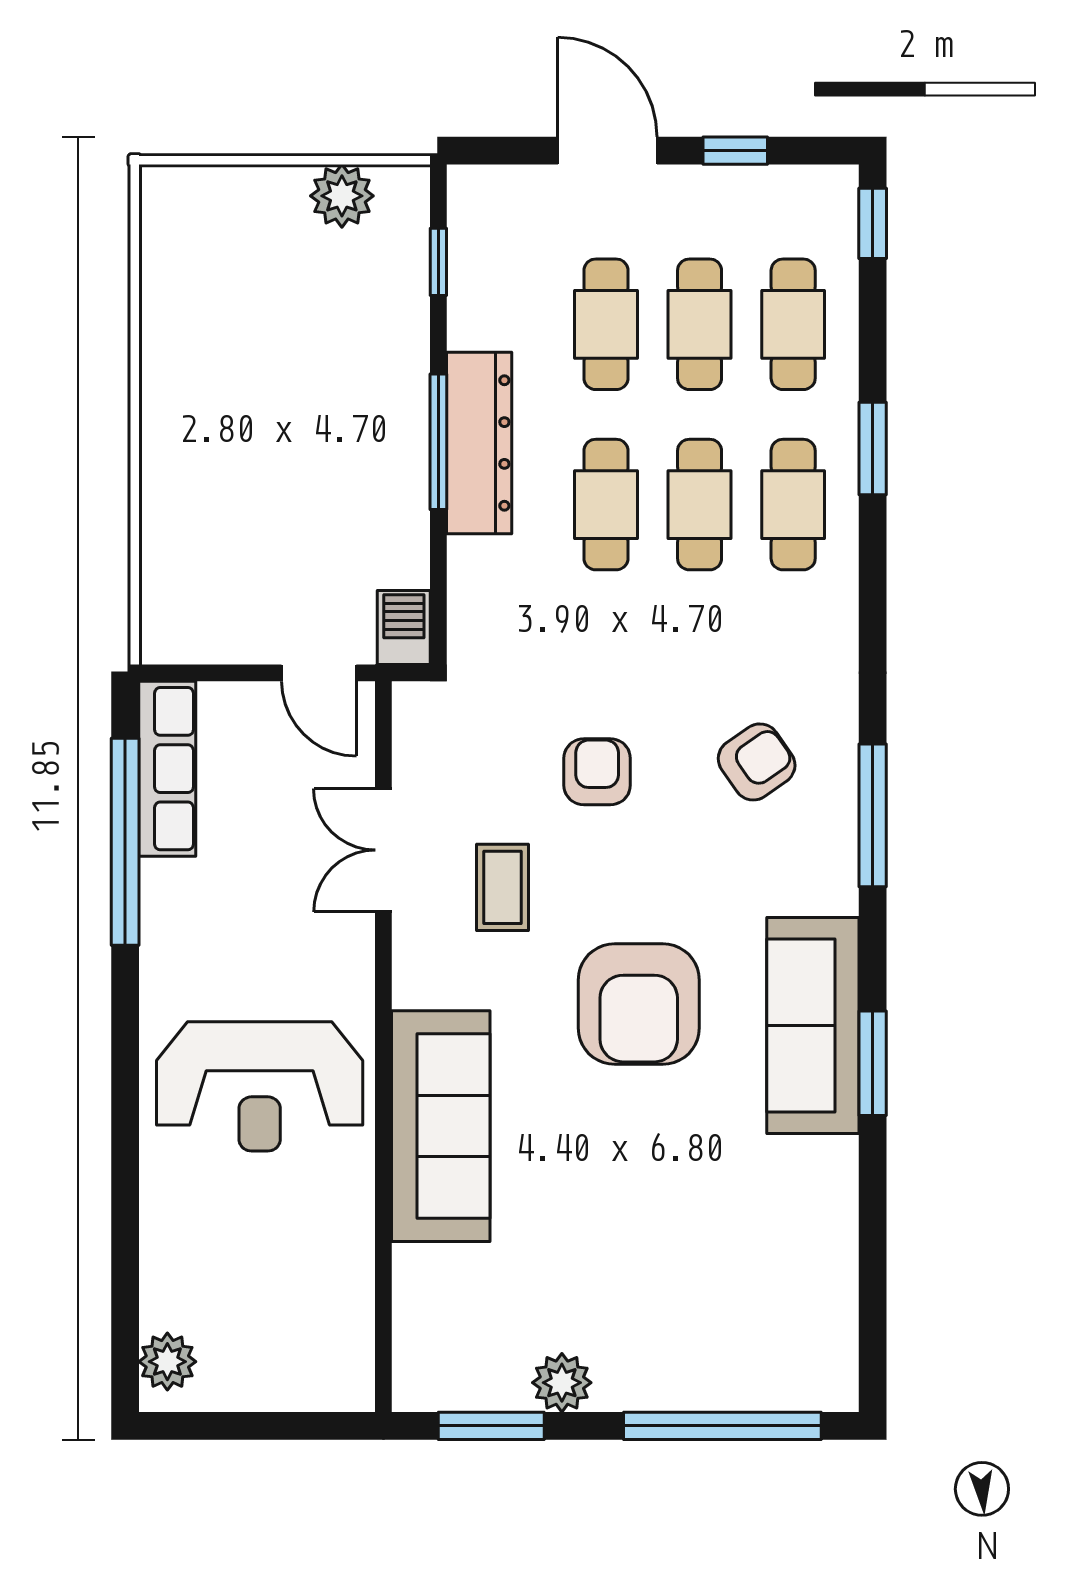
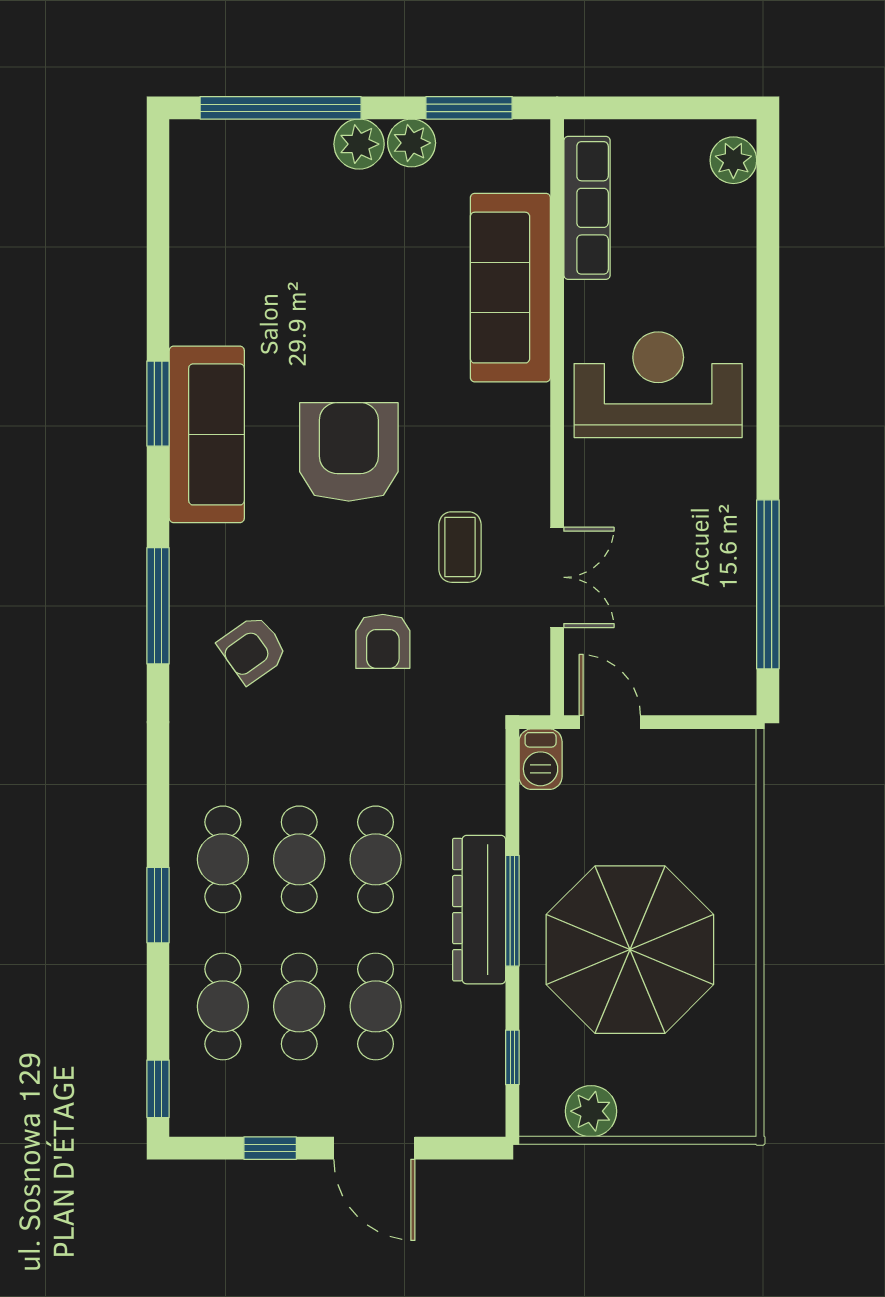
parasol: (294, 394) -> (630, 950), added
row of seats: (167, 769) -> (587, 208), moved, turned 180
sofa: (441, 1126) -> (510, 288), moved
plant: (626, 1381) -> (359, 144), added

